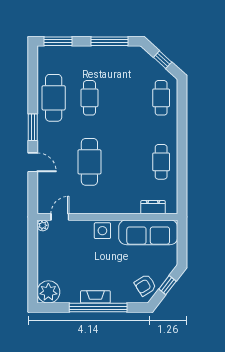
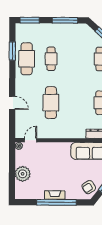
window: (33, 127) -> (12, 51), moved
side table: (102, 231) -> (60, 150), removed
plant: (48, 292) -> (23, 174), moved

